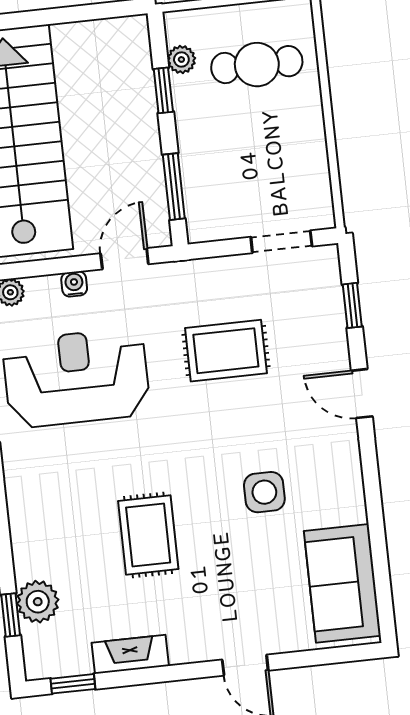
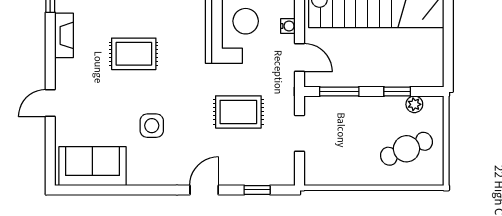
cafe table: (257, 65) -> (406, 149), turned 67
doorway: (281, 242) -> (300, 133), moved
rug: (226, 351) -> (238, 112), turned 90

